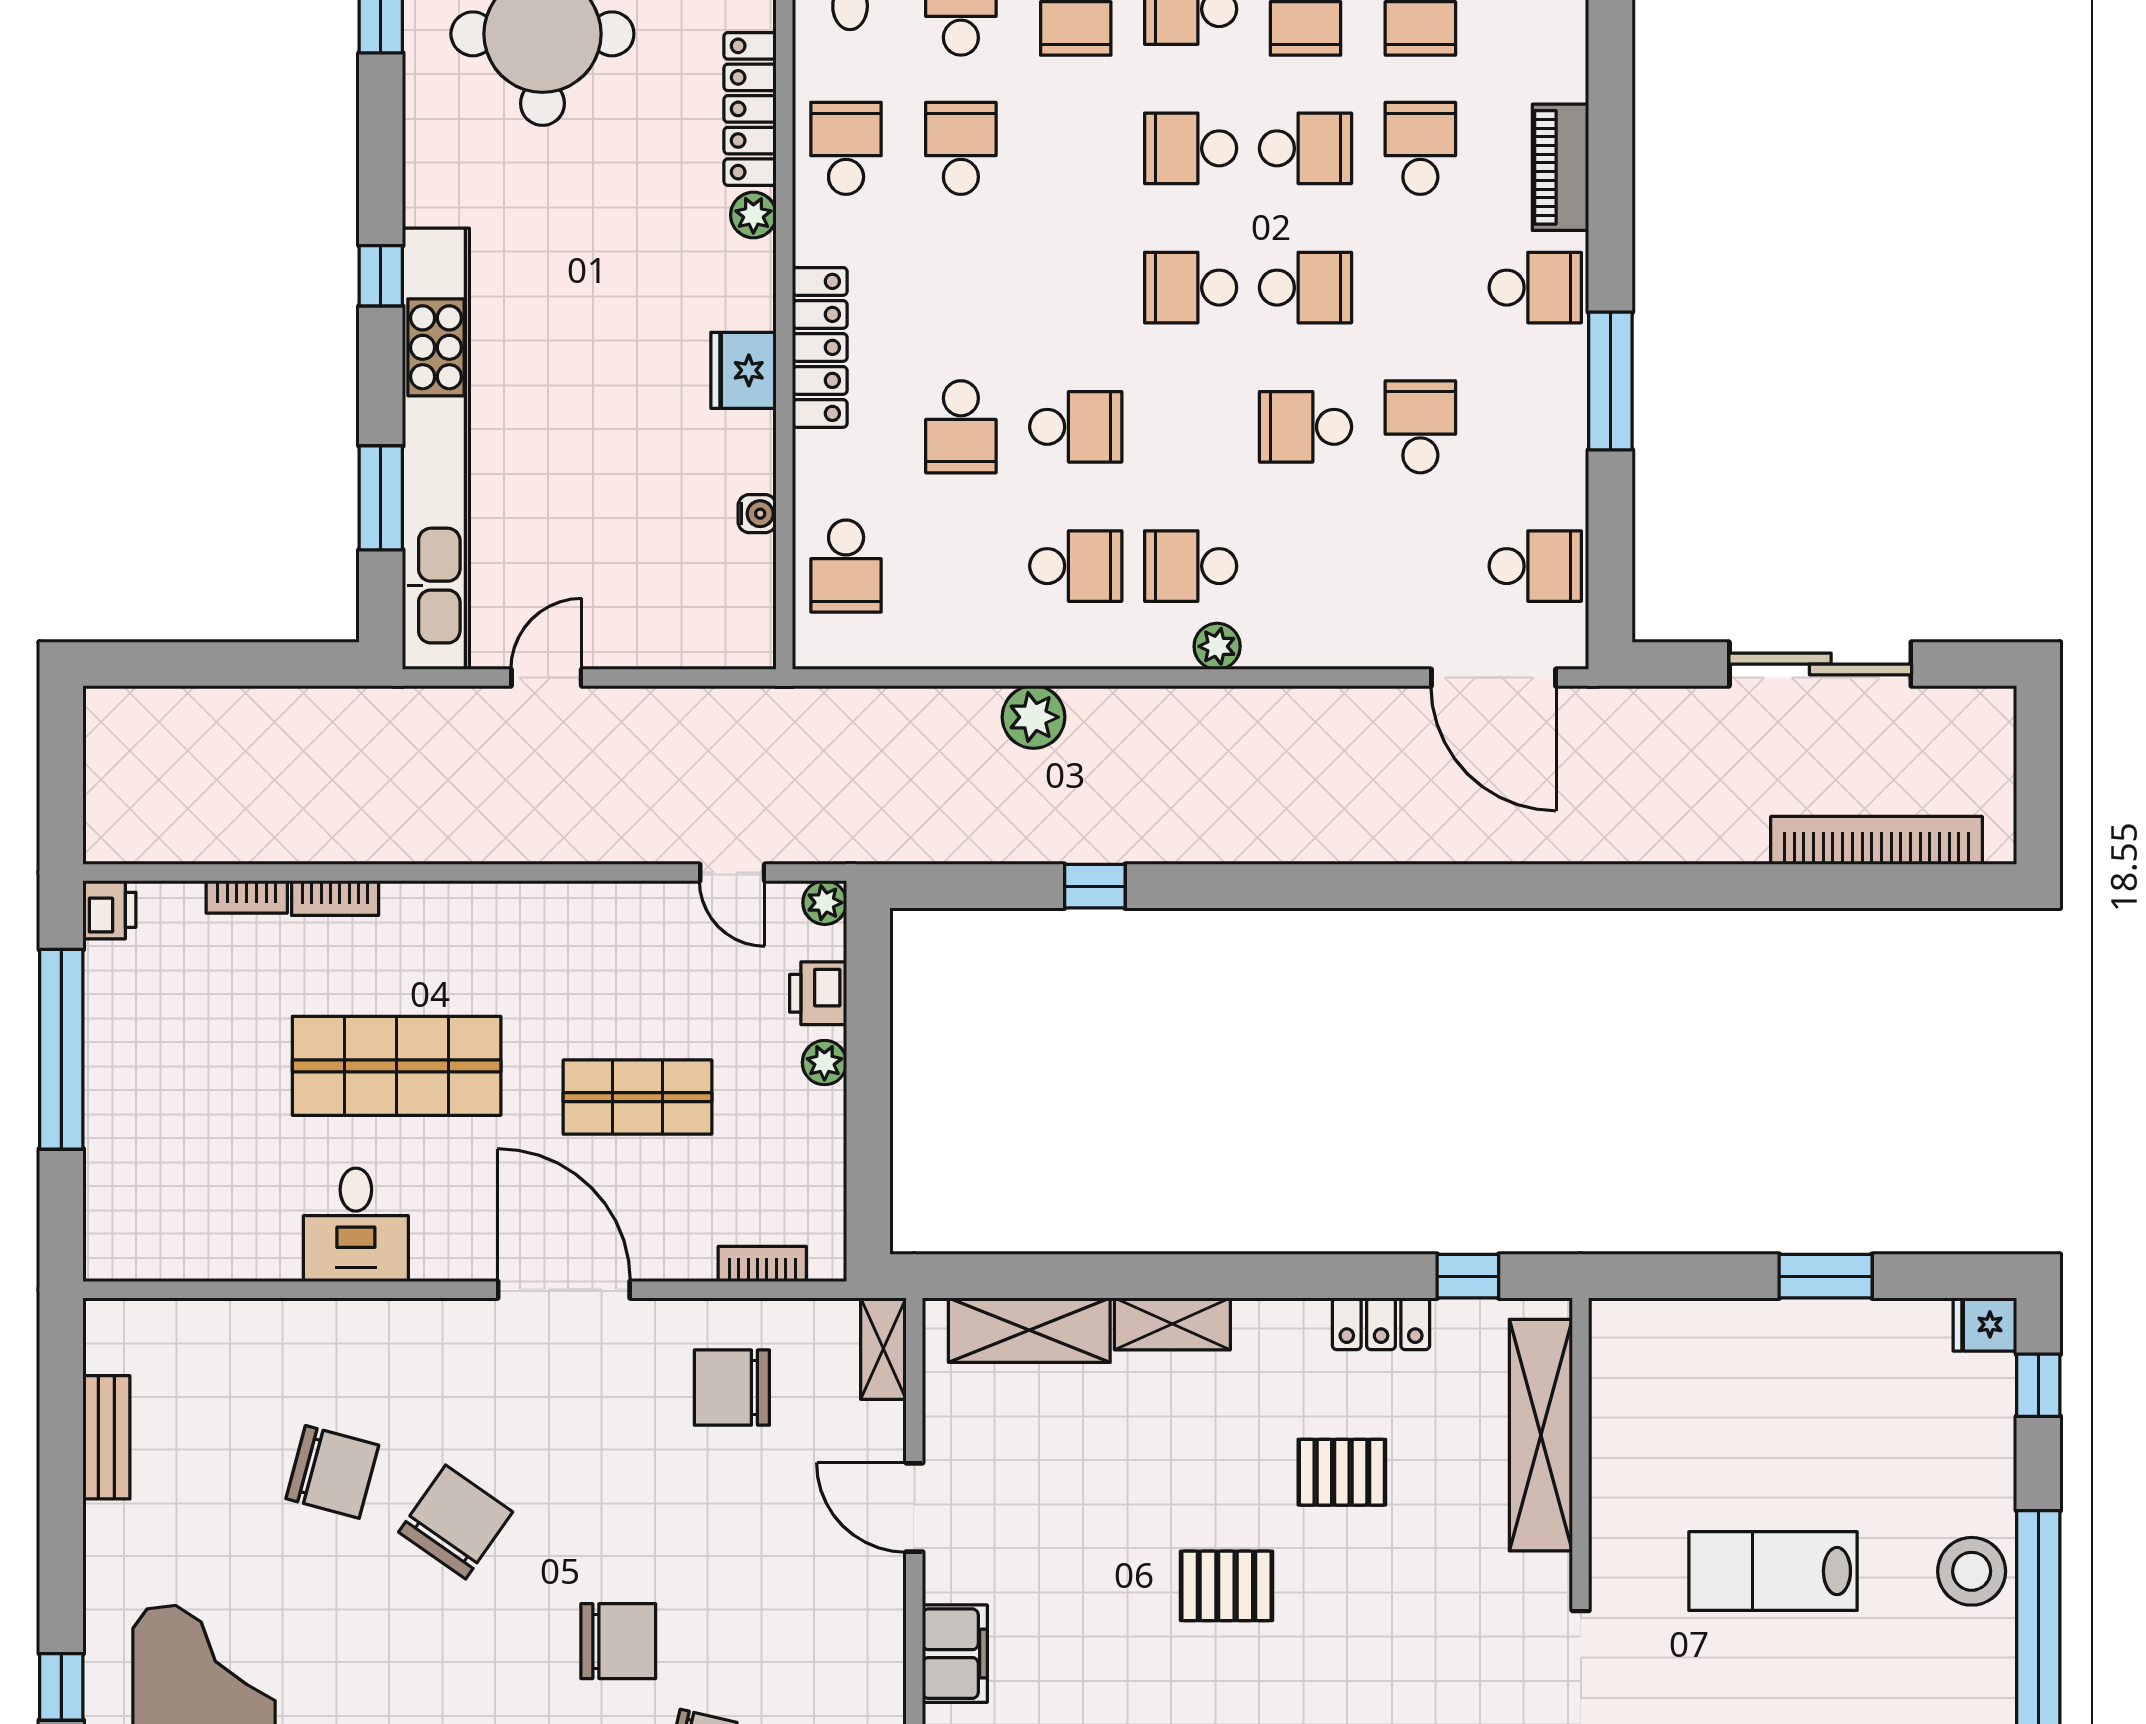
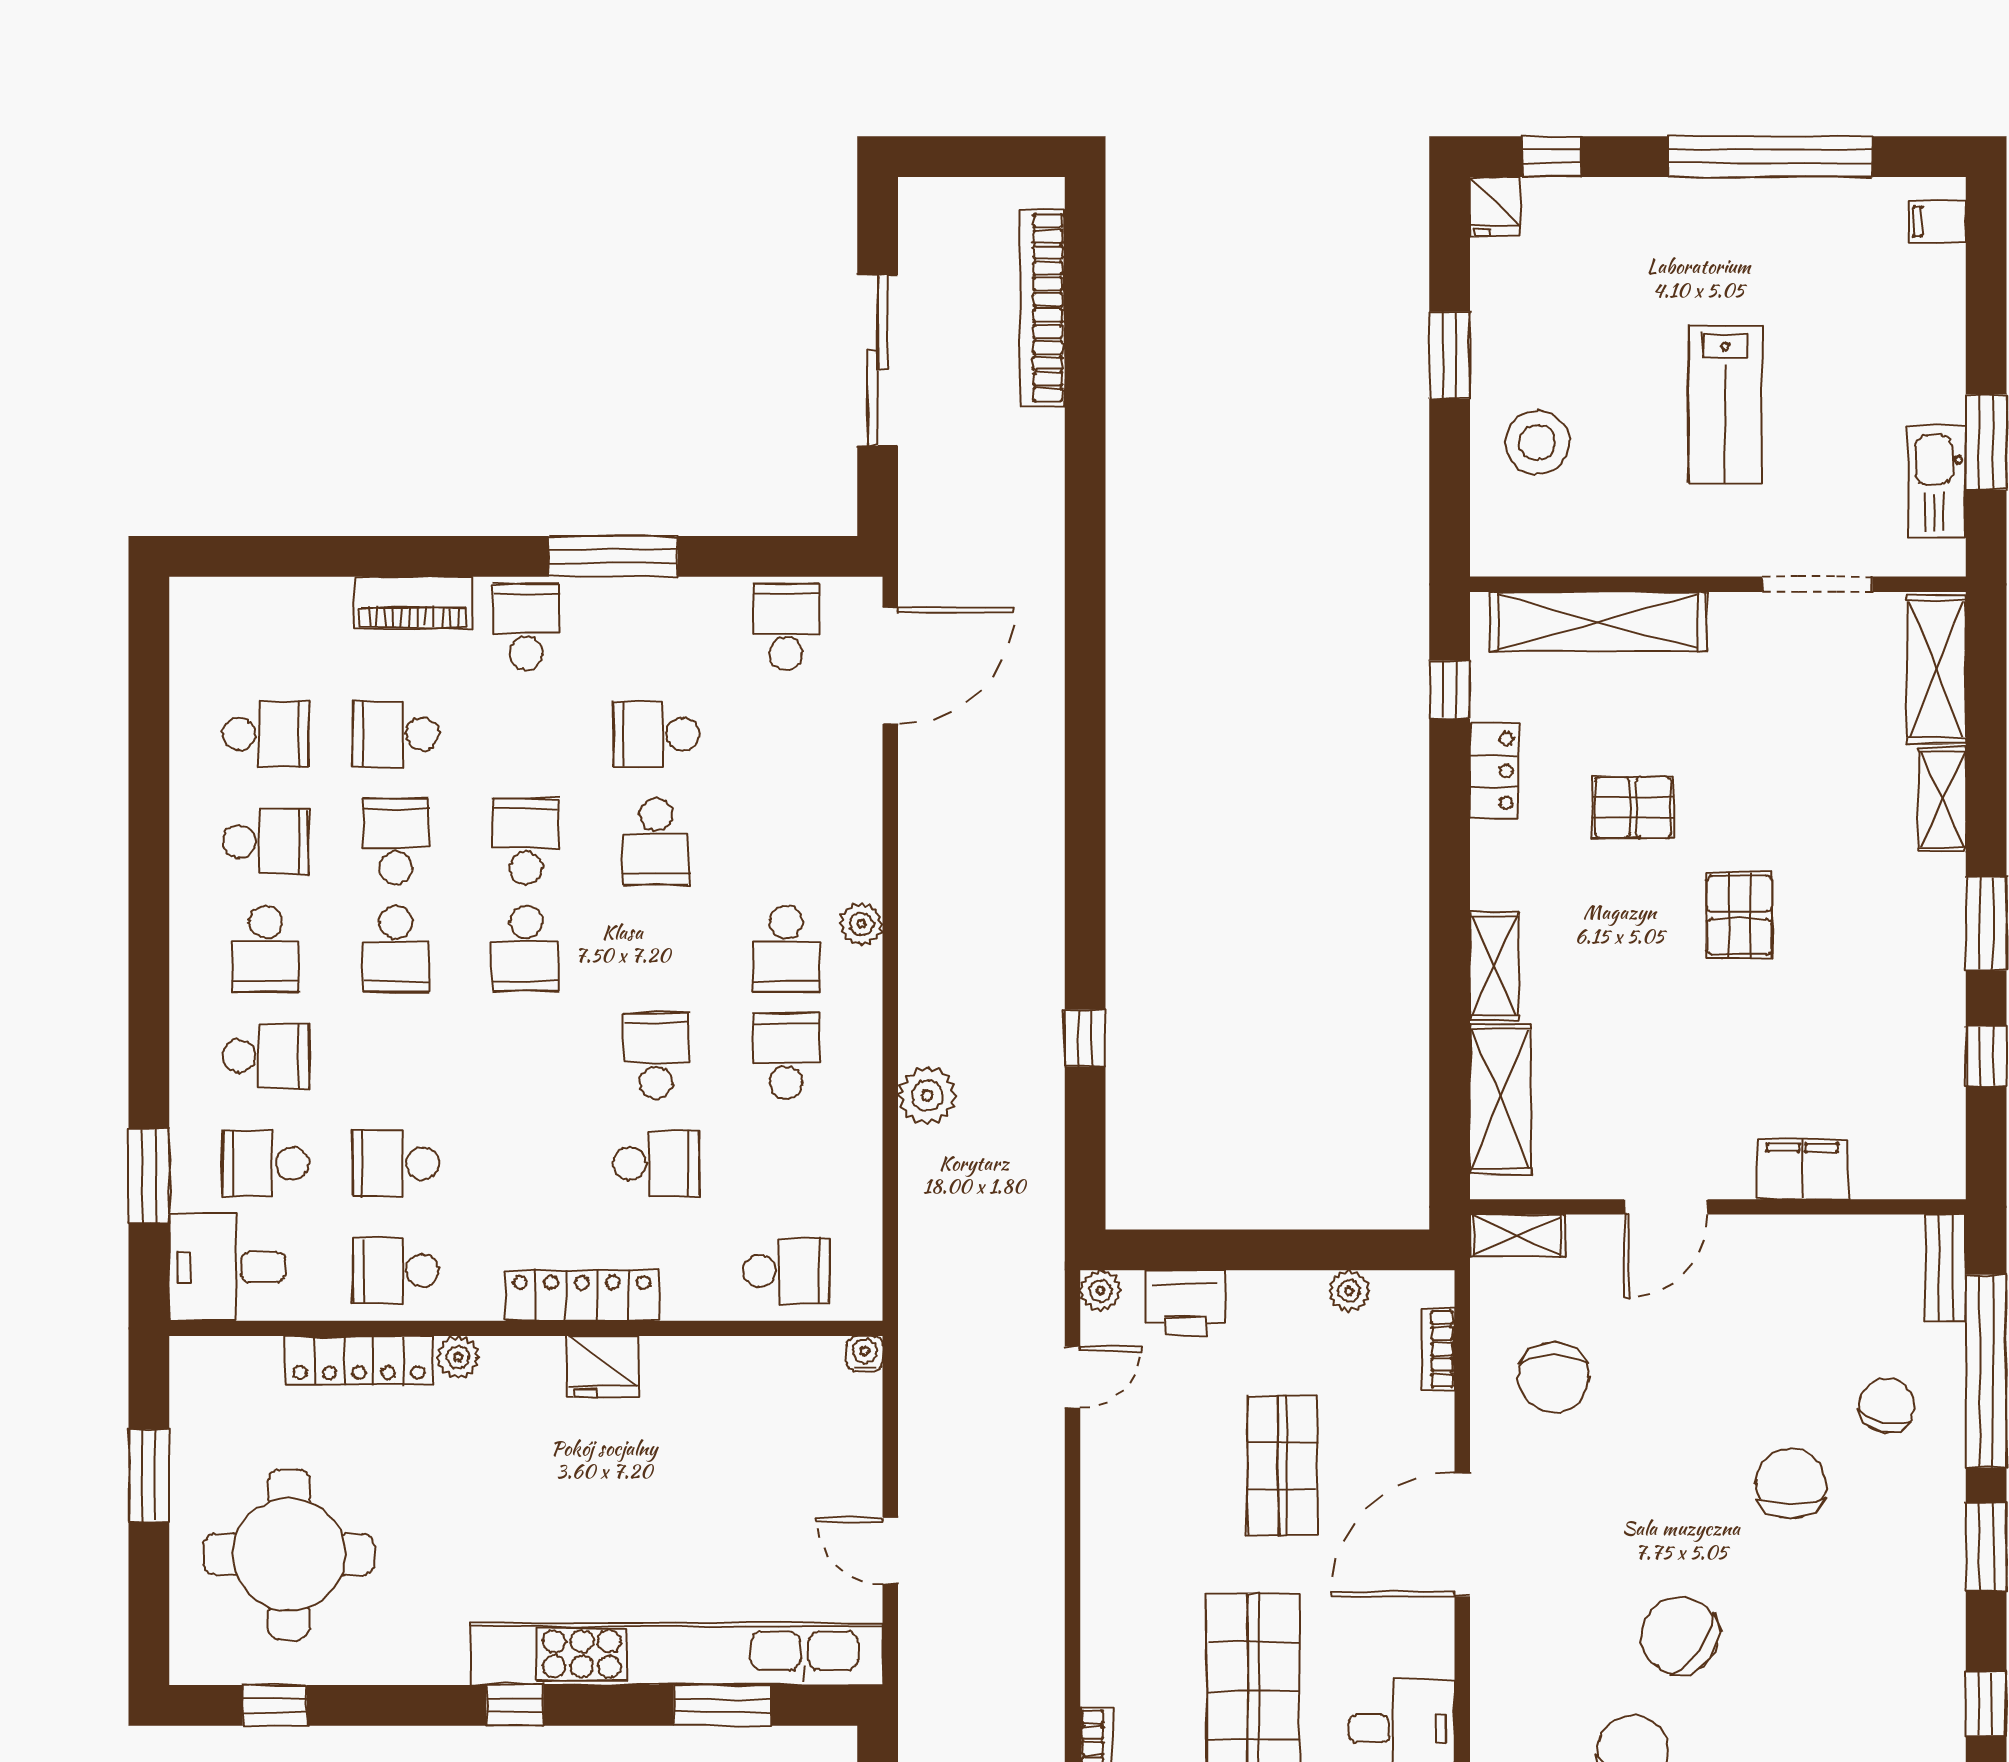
water cooler: (757, 514) -> (865, 1354), moved
printer: (818, 993) -> (1185, 1303), width x1.36, depth x1.24
plant: (824, 1063) -> (1349, 1291), moved
pallet: (1342, 1472) -> (1633, 807), turned 90
stool: (1972, 1571) -> (1537, 443), moved

